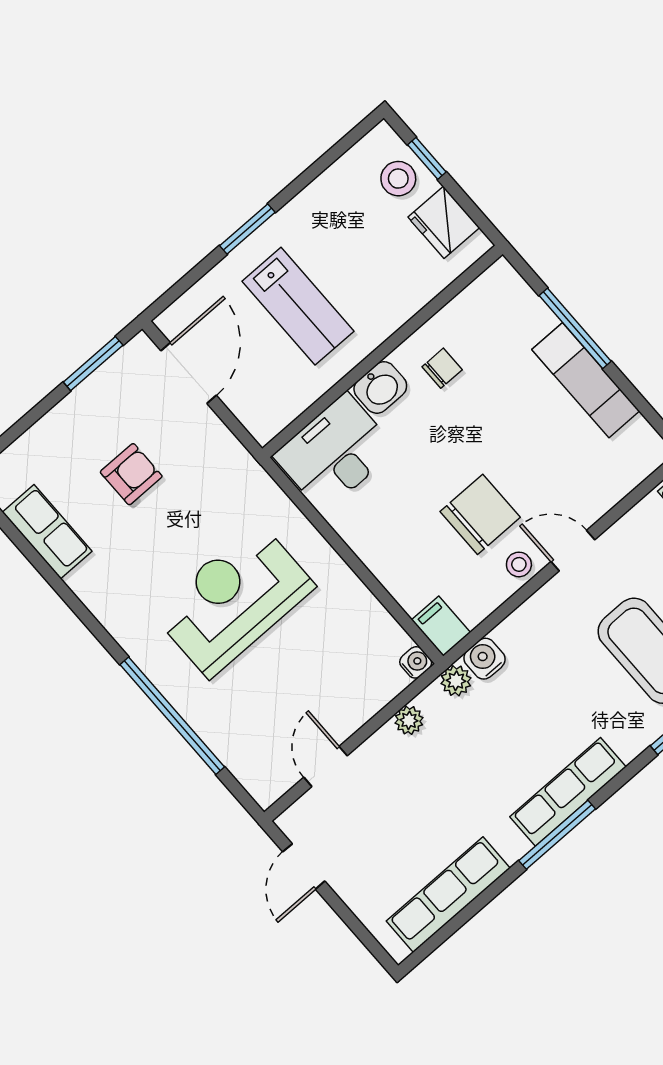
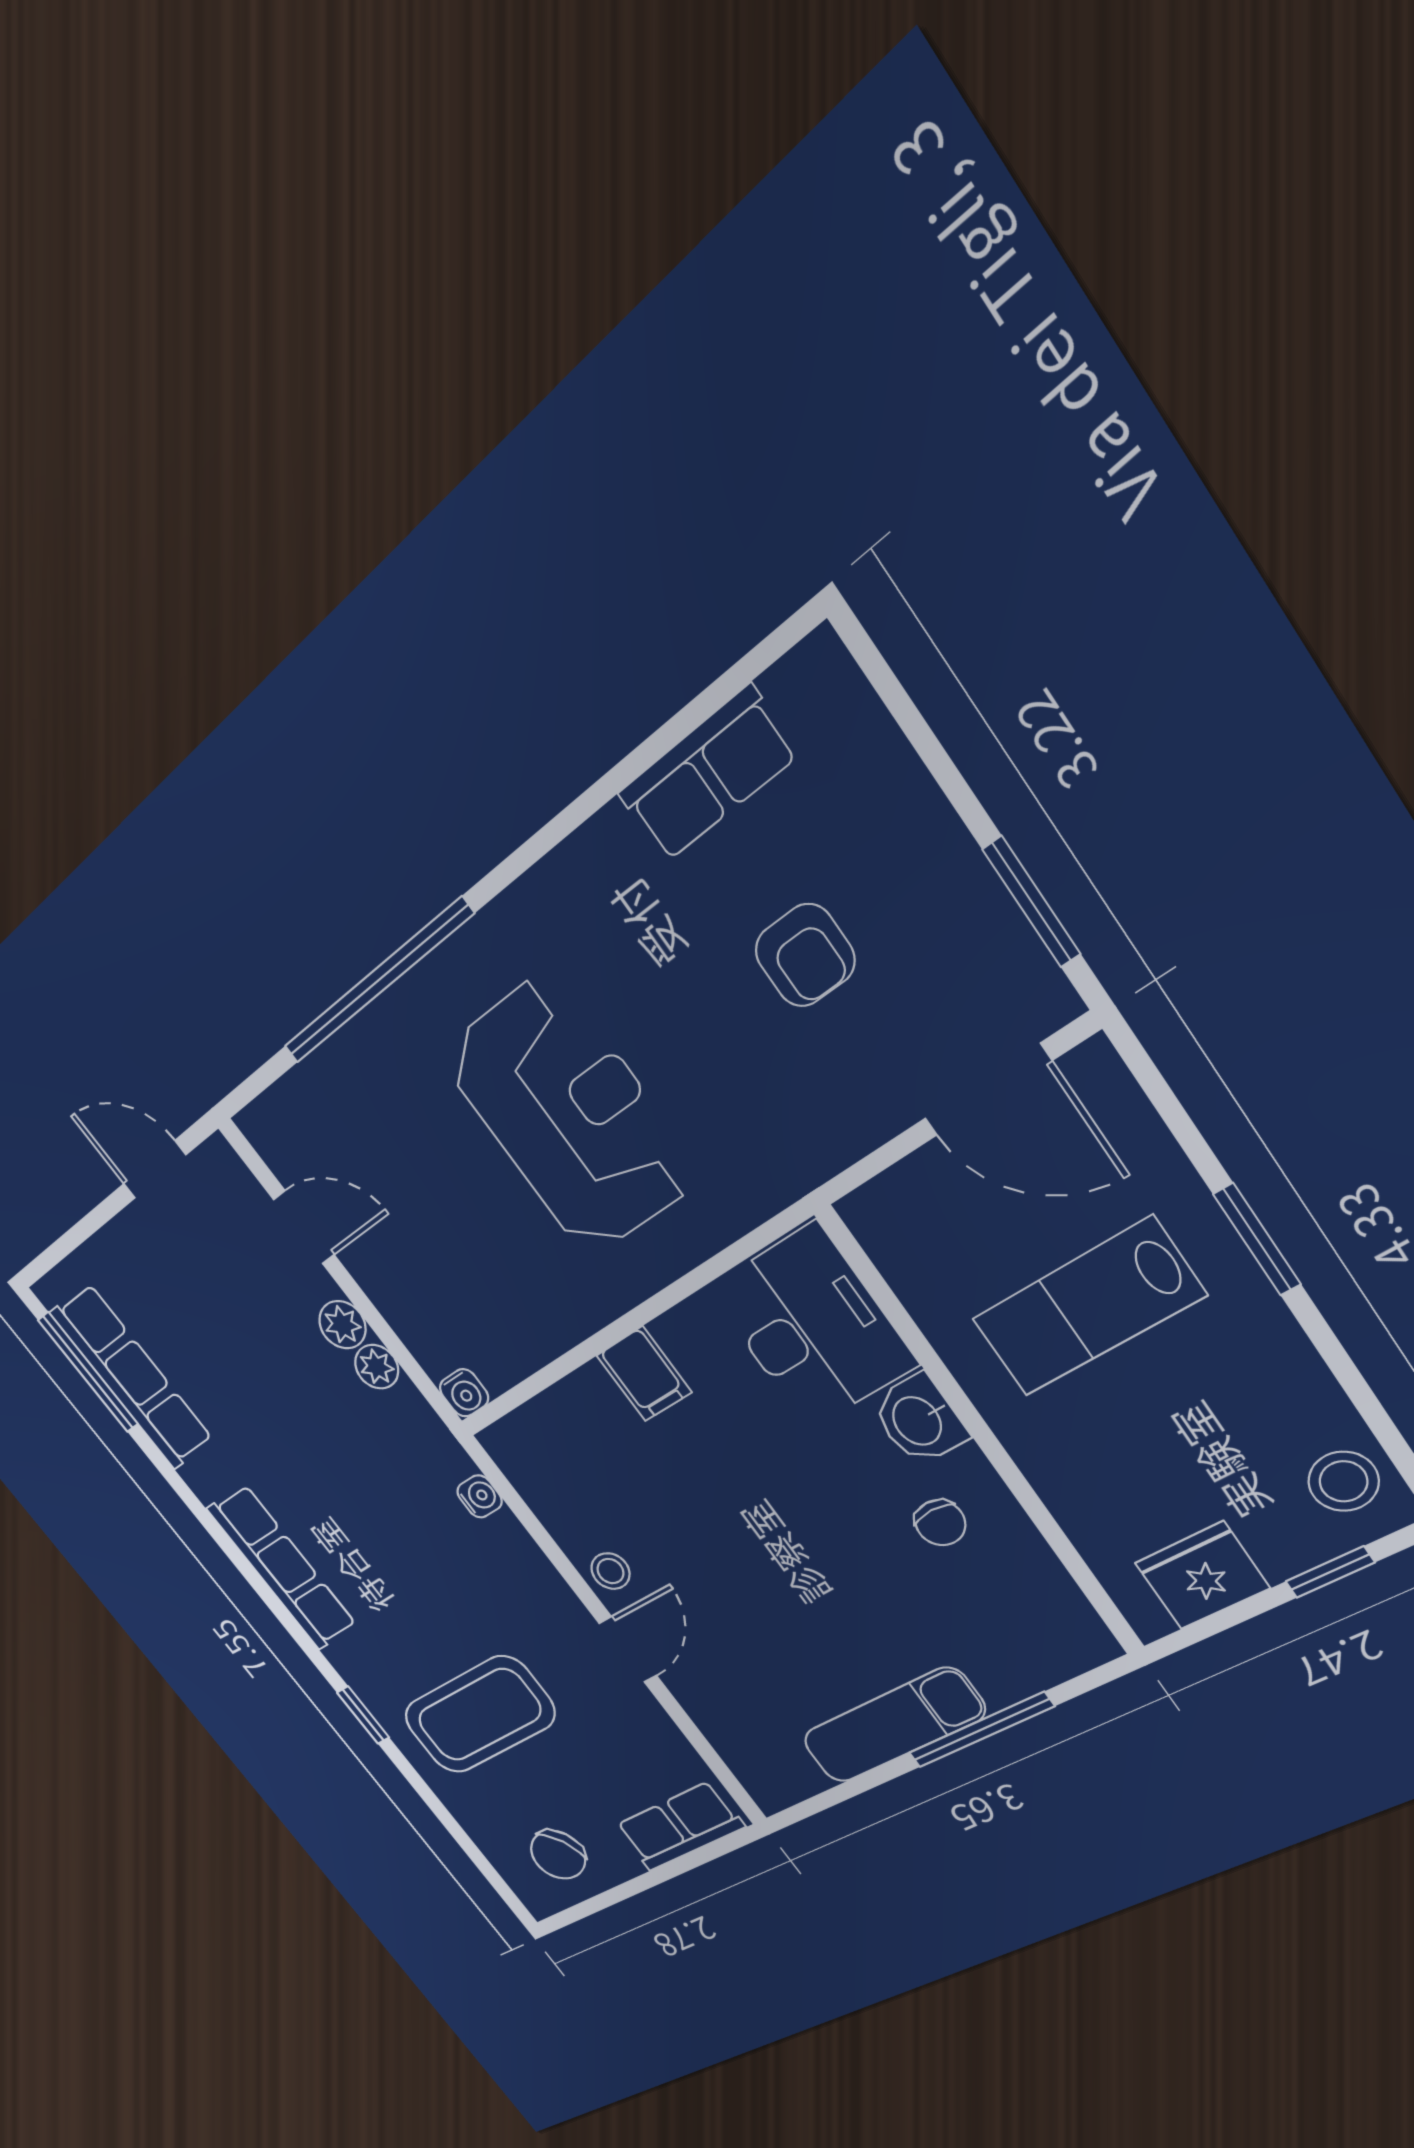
stool: (398, 179) -> (1344, 1481), moved
chair: (480, 514) -> (692, 1532), removed
filing cabinet: (441, 626) -> (644, 1374), moved, turned 90
water cooler: (484, 659) -> (480, 1496), width x0.72, depth x0.72
plant: (456, 681) -> (342, 1325), moved
window: (557, 835) -> (88, 1372), moved

